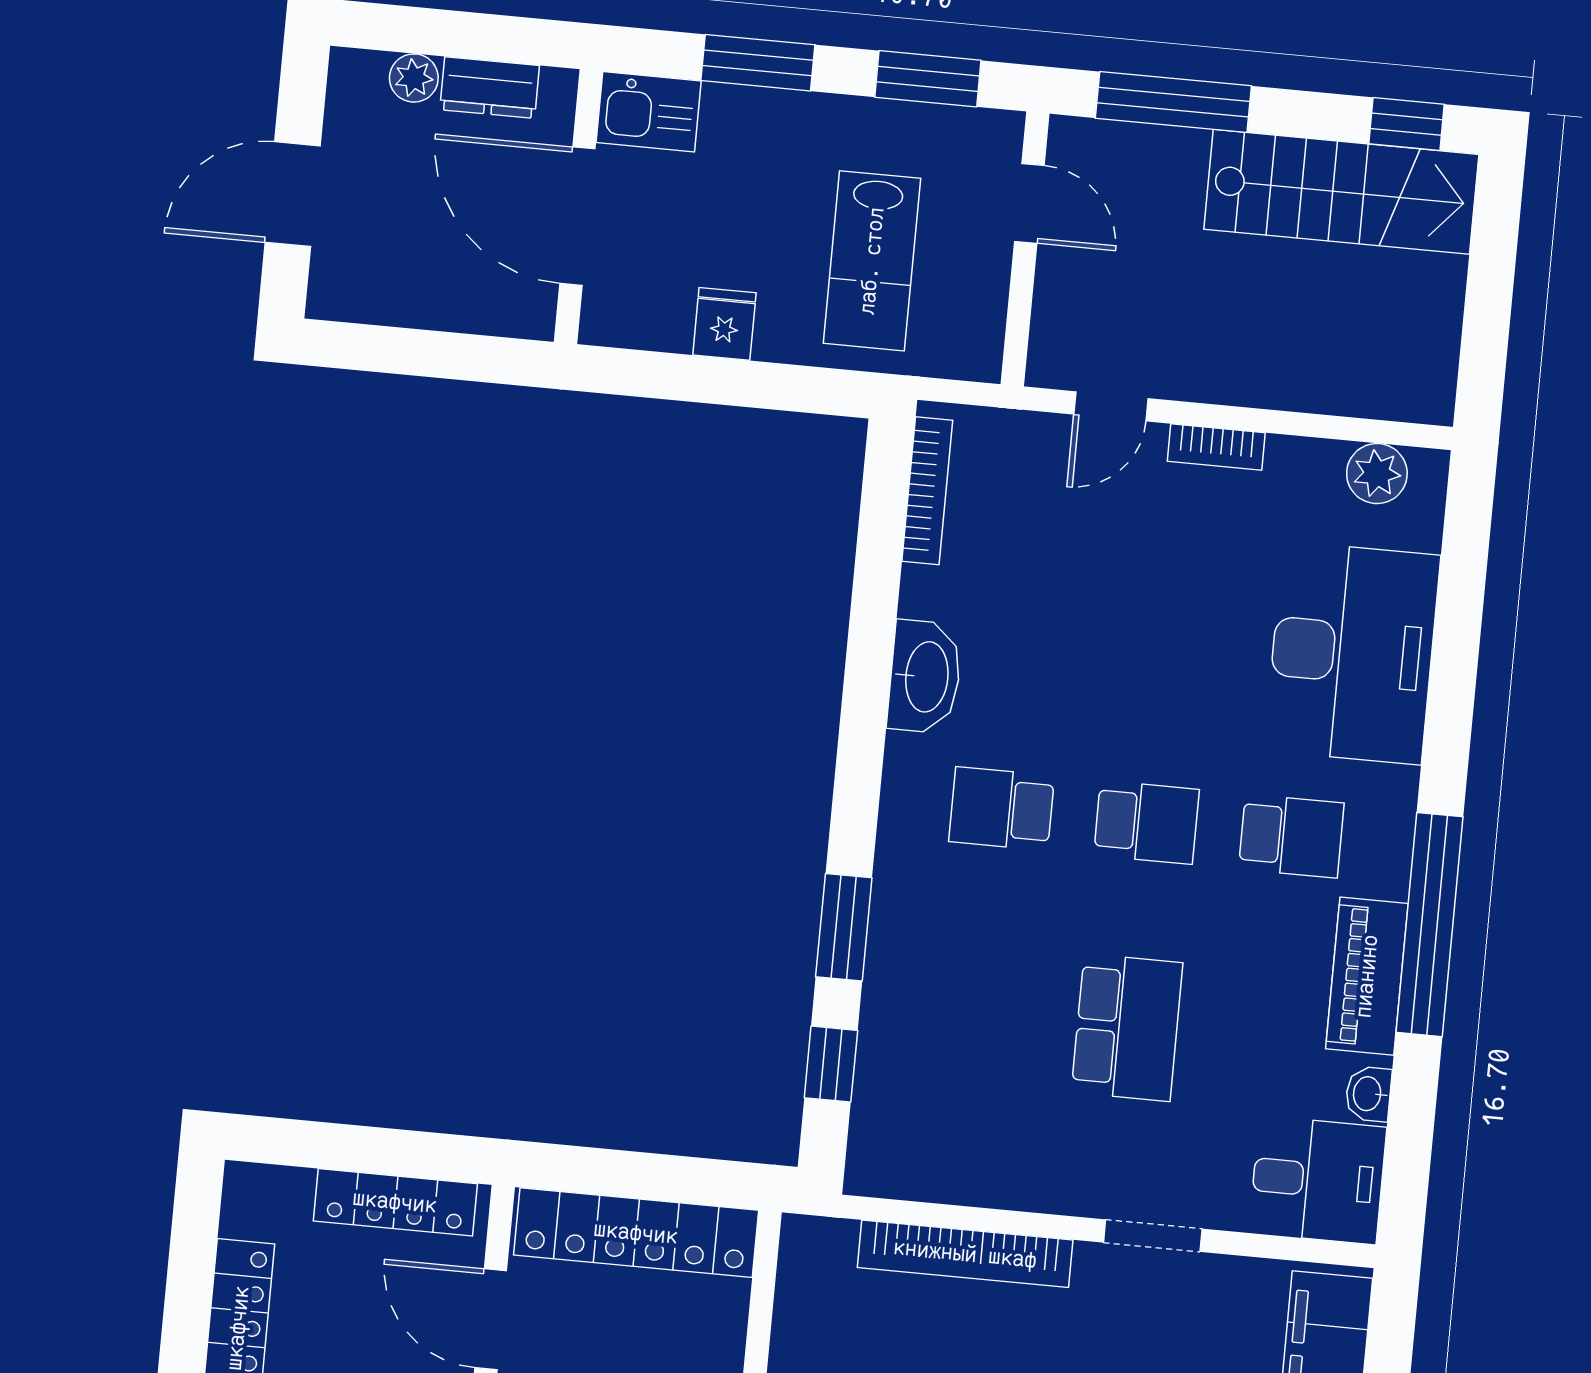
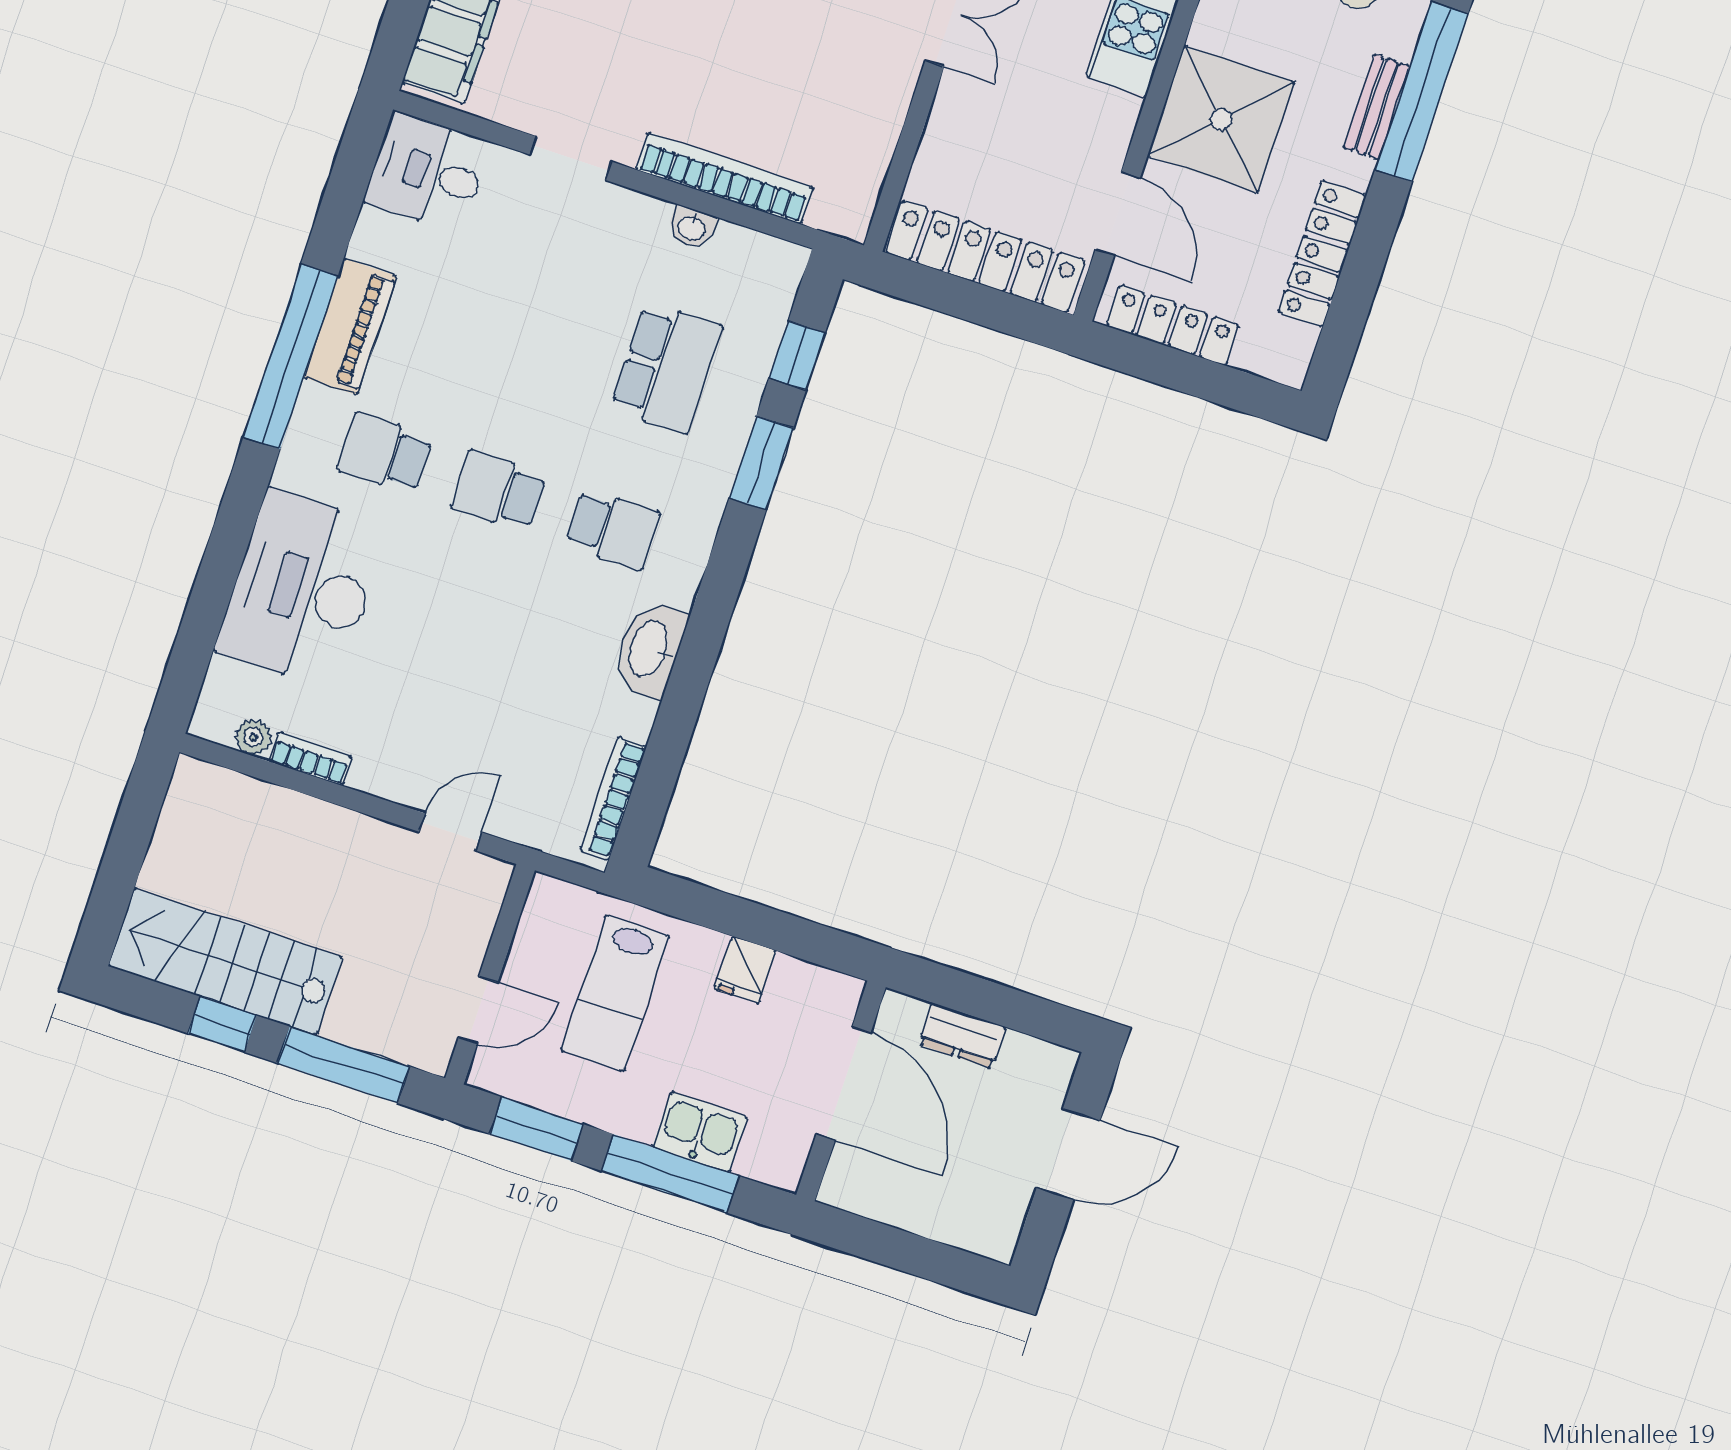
window: (758, 63) -> (670, 1173), width x1.44
plant: (414, 78) -> (949, 1225), removed
dresser: (490, 88) -> (962, 1036), moved, turned 180
kitchen sink: (649, 112) -> (700, 1132), moved
window: (1406, 124) -> (222, 1024), moved
door: (1029, 203) -> (478, 1010), swing flipped
lab bench: (872, 261) -> (615, 993), turned 180
bookcase: (1216, 447) -> (310, 759), moved
plant: (1377, 474) -> (253, 737), width x0.73, depth x0.73
school desk: (1127, 1028) -> (666, 368), moved, turned 180
washbasin: (1368, 1094) -> (692, 227), moved, turned 90

